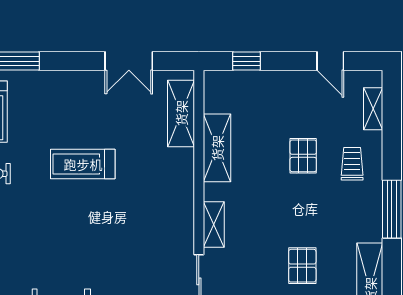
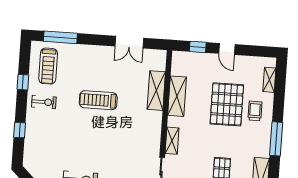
door: (330, 61) -> (227, 49), moved
shelving: (181, 113) -> (156, 91), moved
pallet: (303, 156) -> (227, 104), width x2.05, depth x2.00

